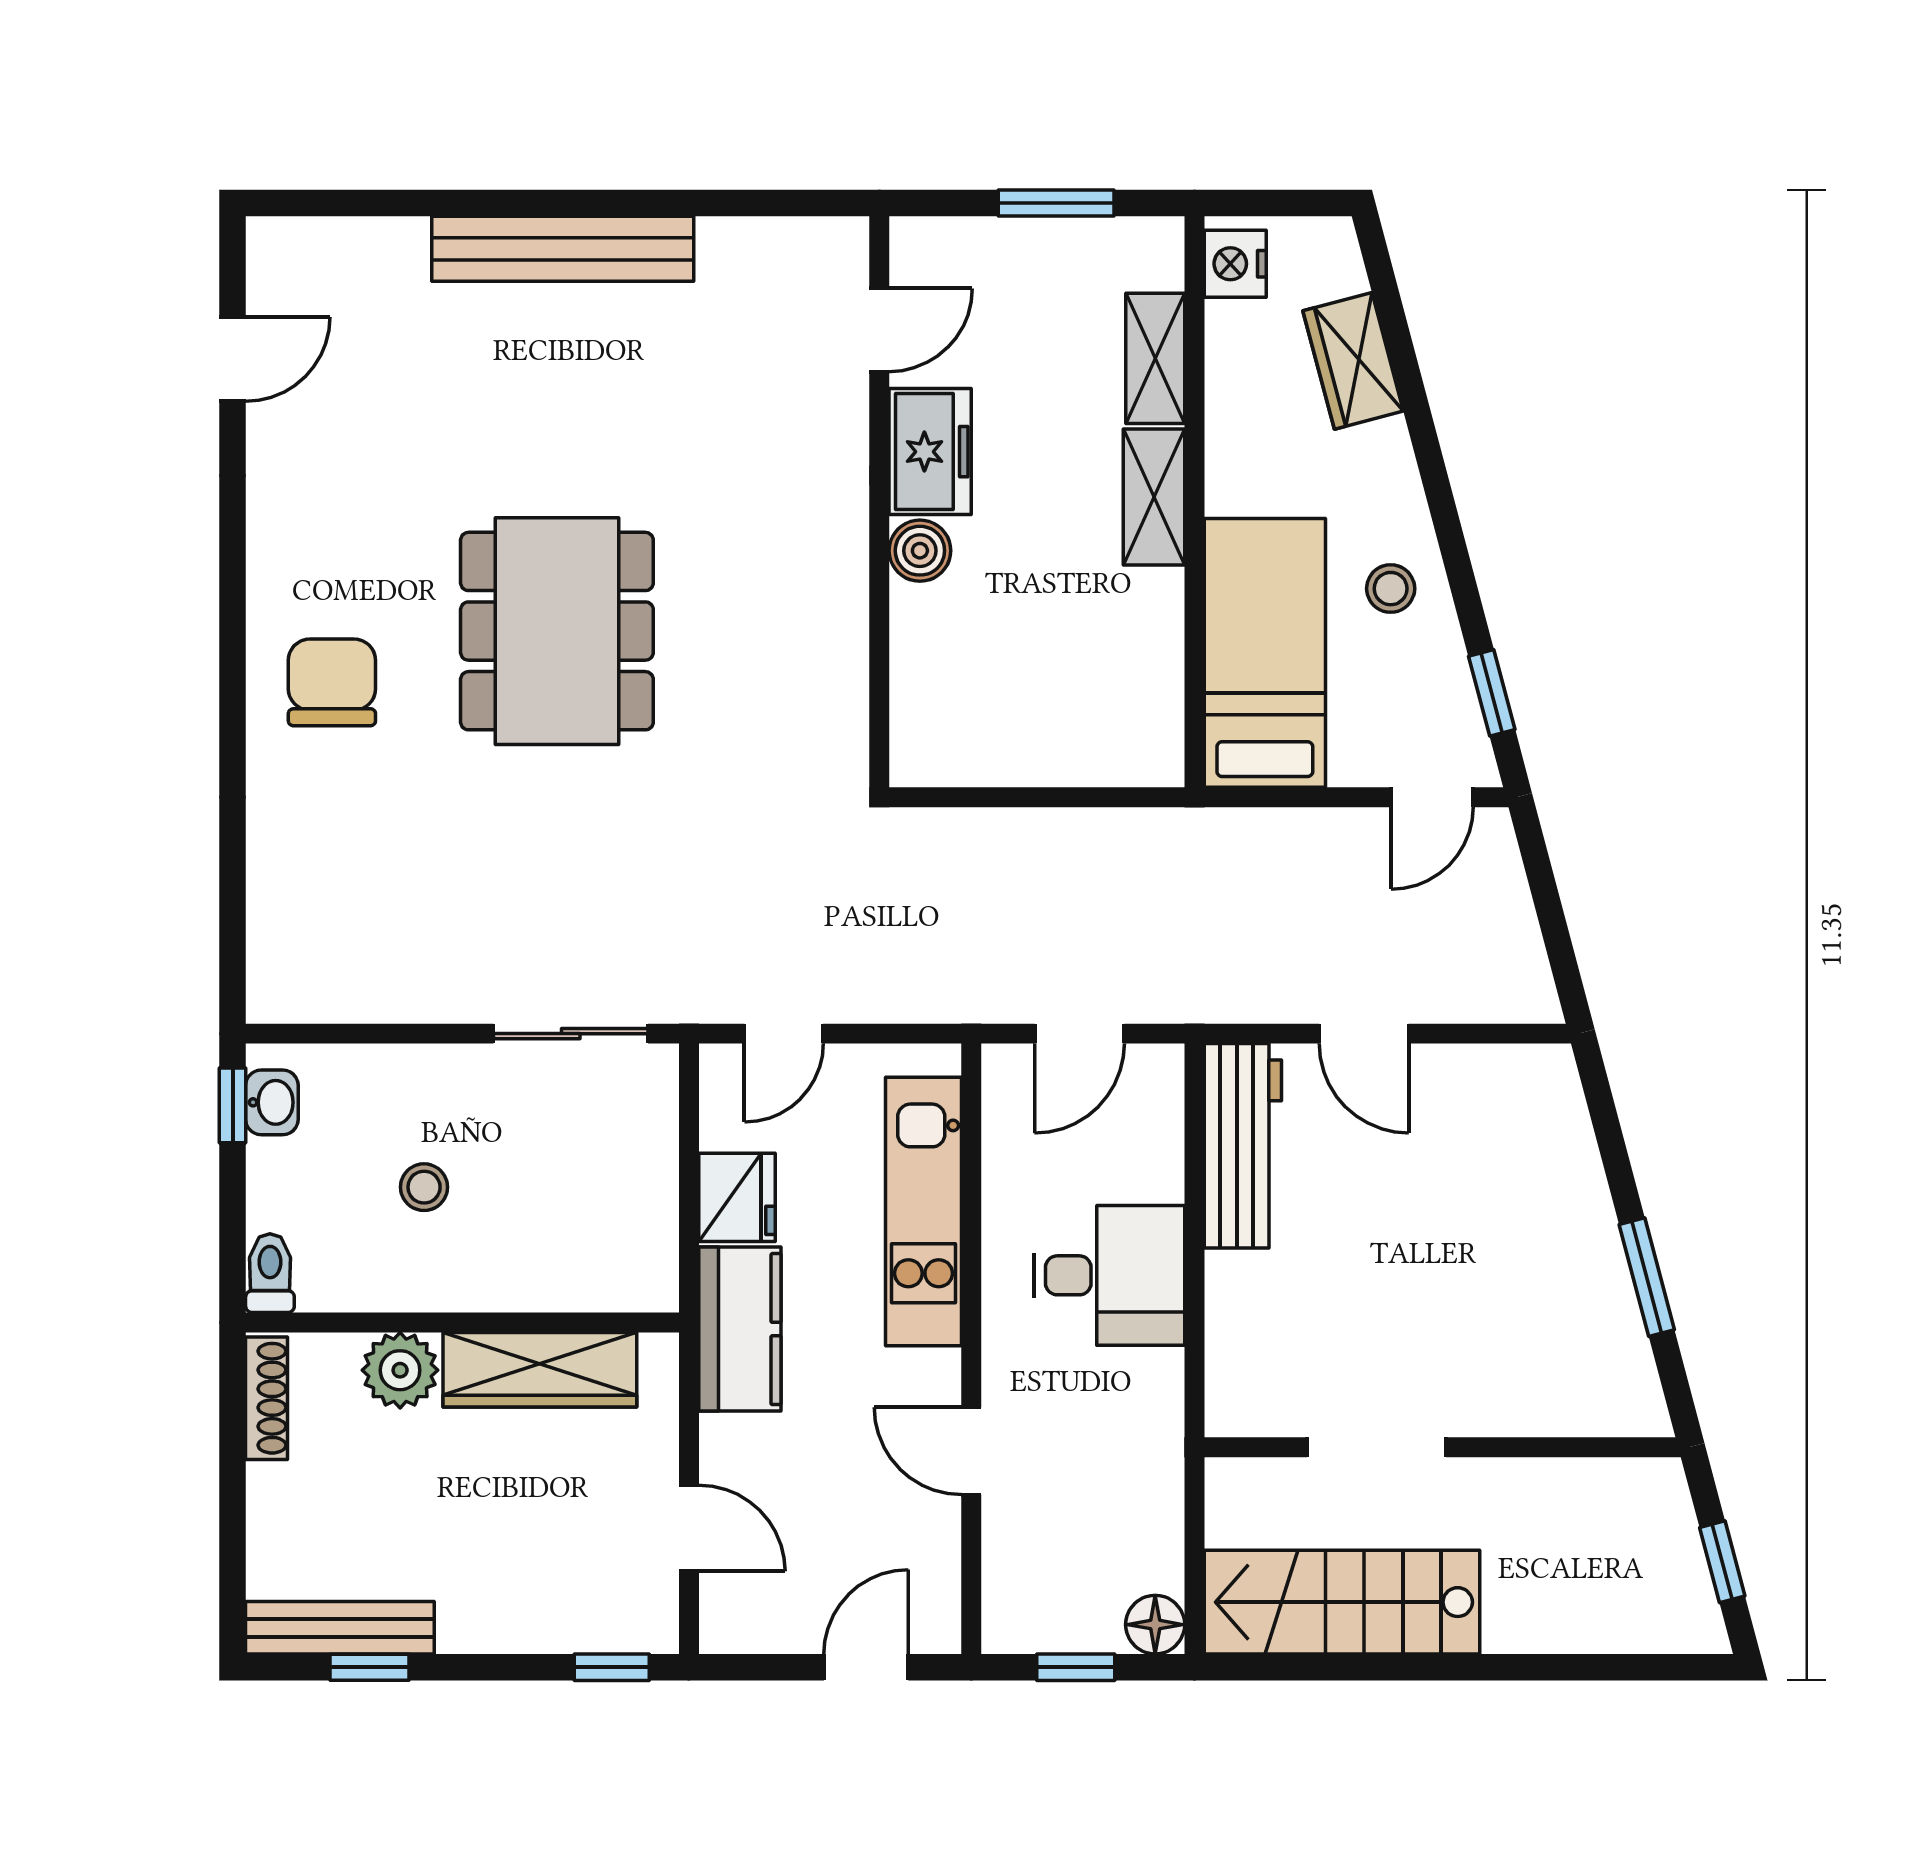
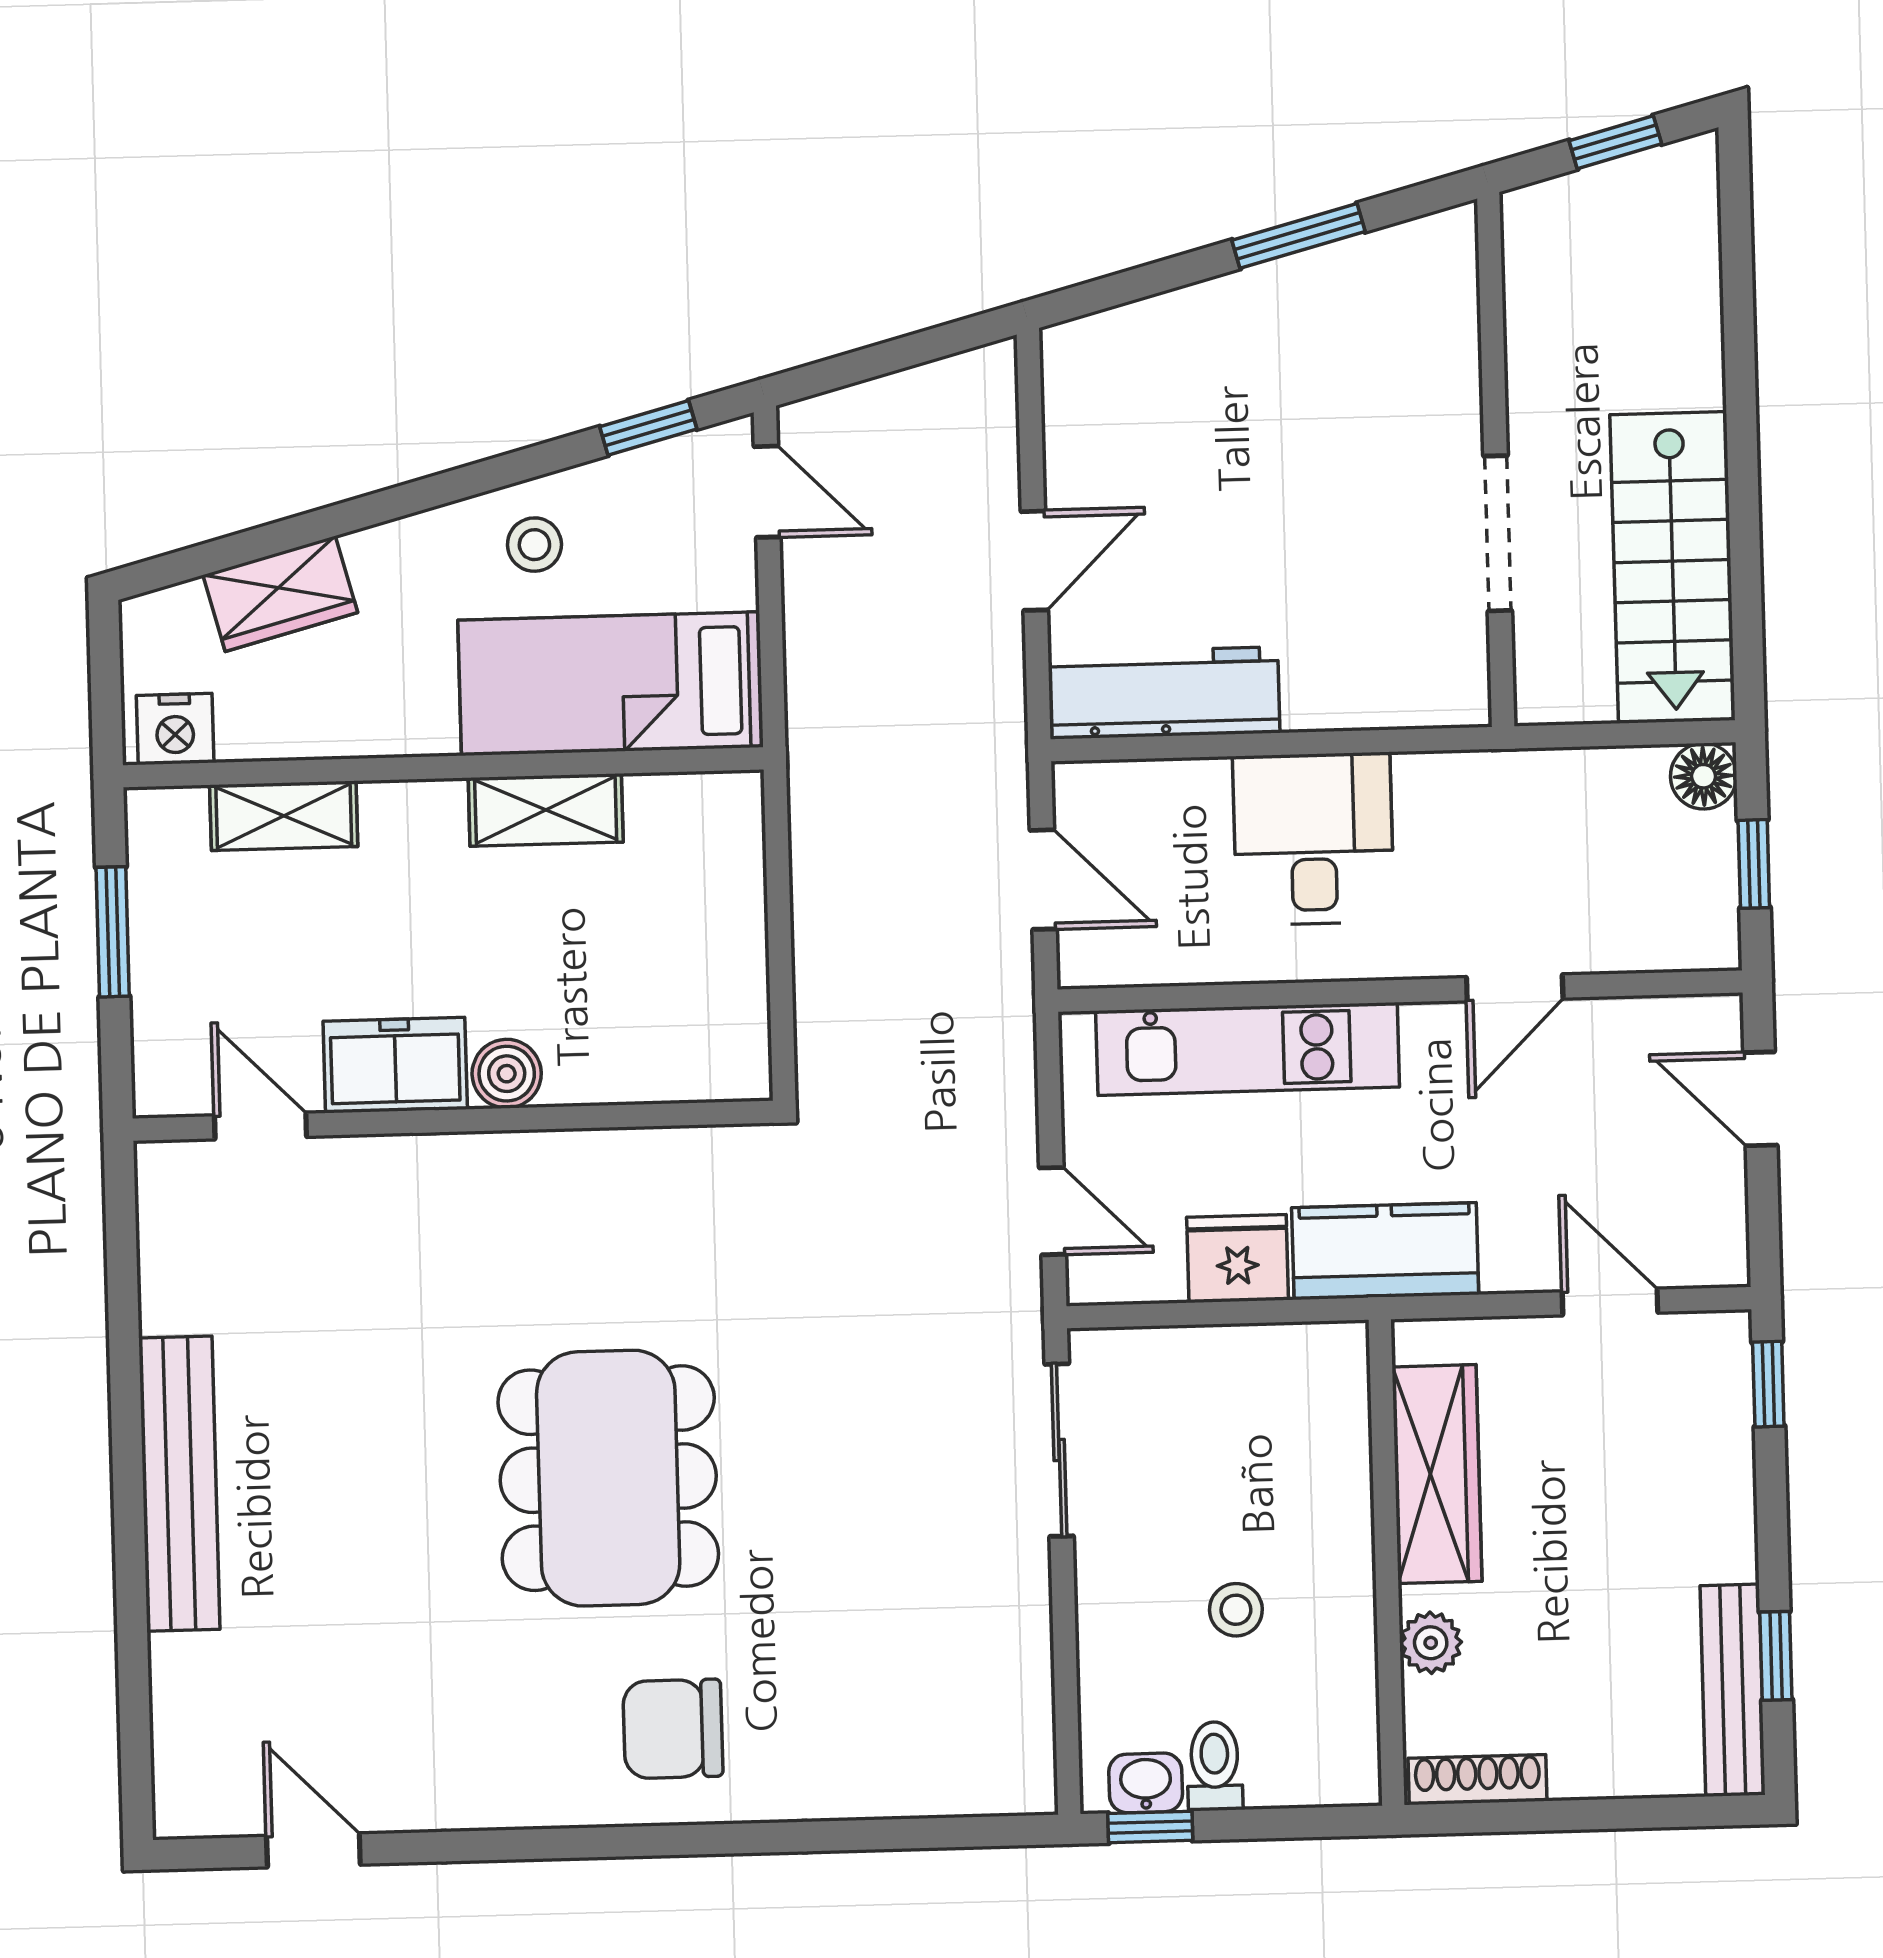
shelving: (1154, 497) -> (546, 810), moved
dining table: (557, 631) -> (608, 1478), turned 90
toilet: (270, 1273) -> (1215, 1766), moved, turned 90
plant: (400, 1370) -> (1431, 1643), width x0.73, depth x0.73
door: (689, 1528) -> (1610, 1302), hinge flipped

